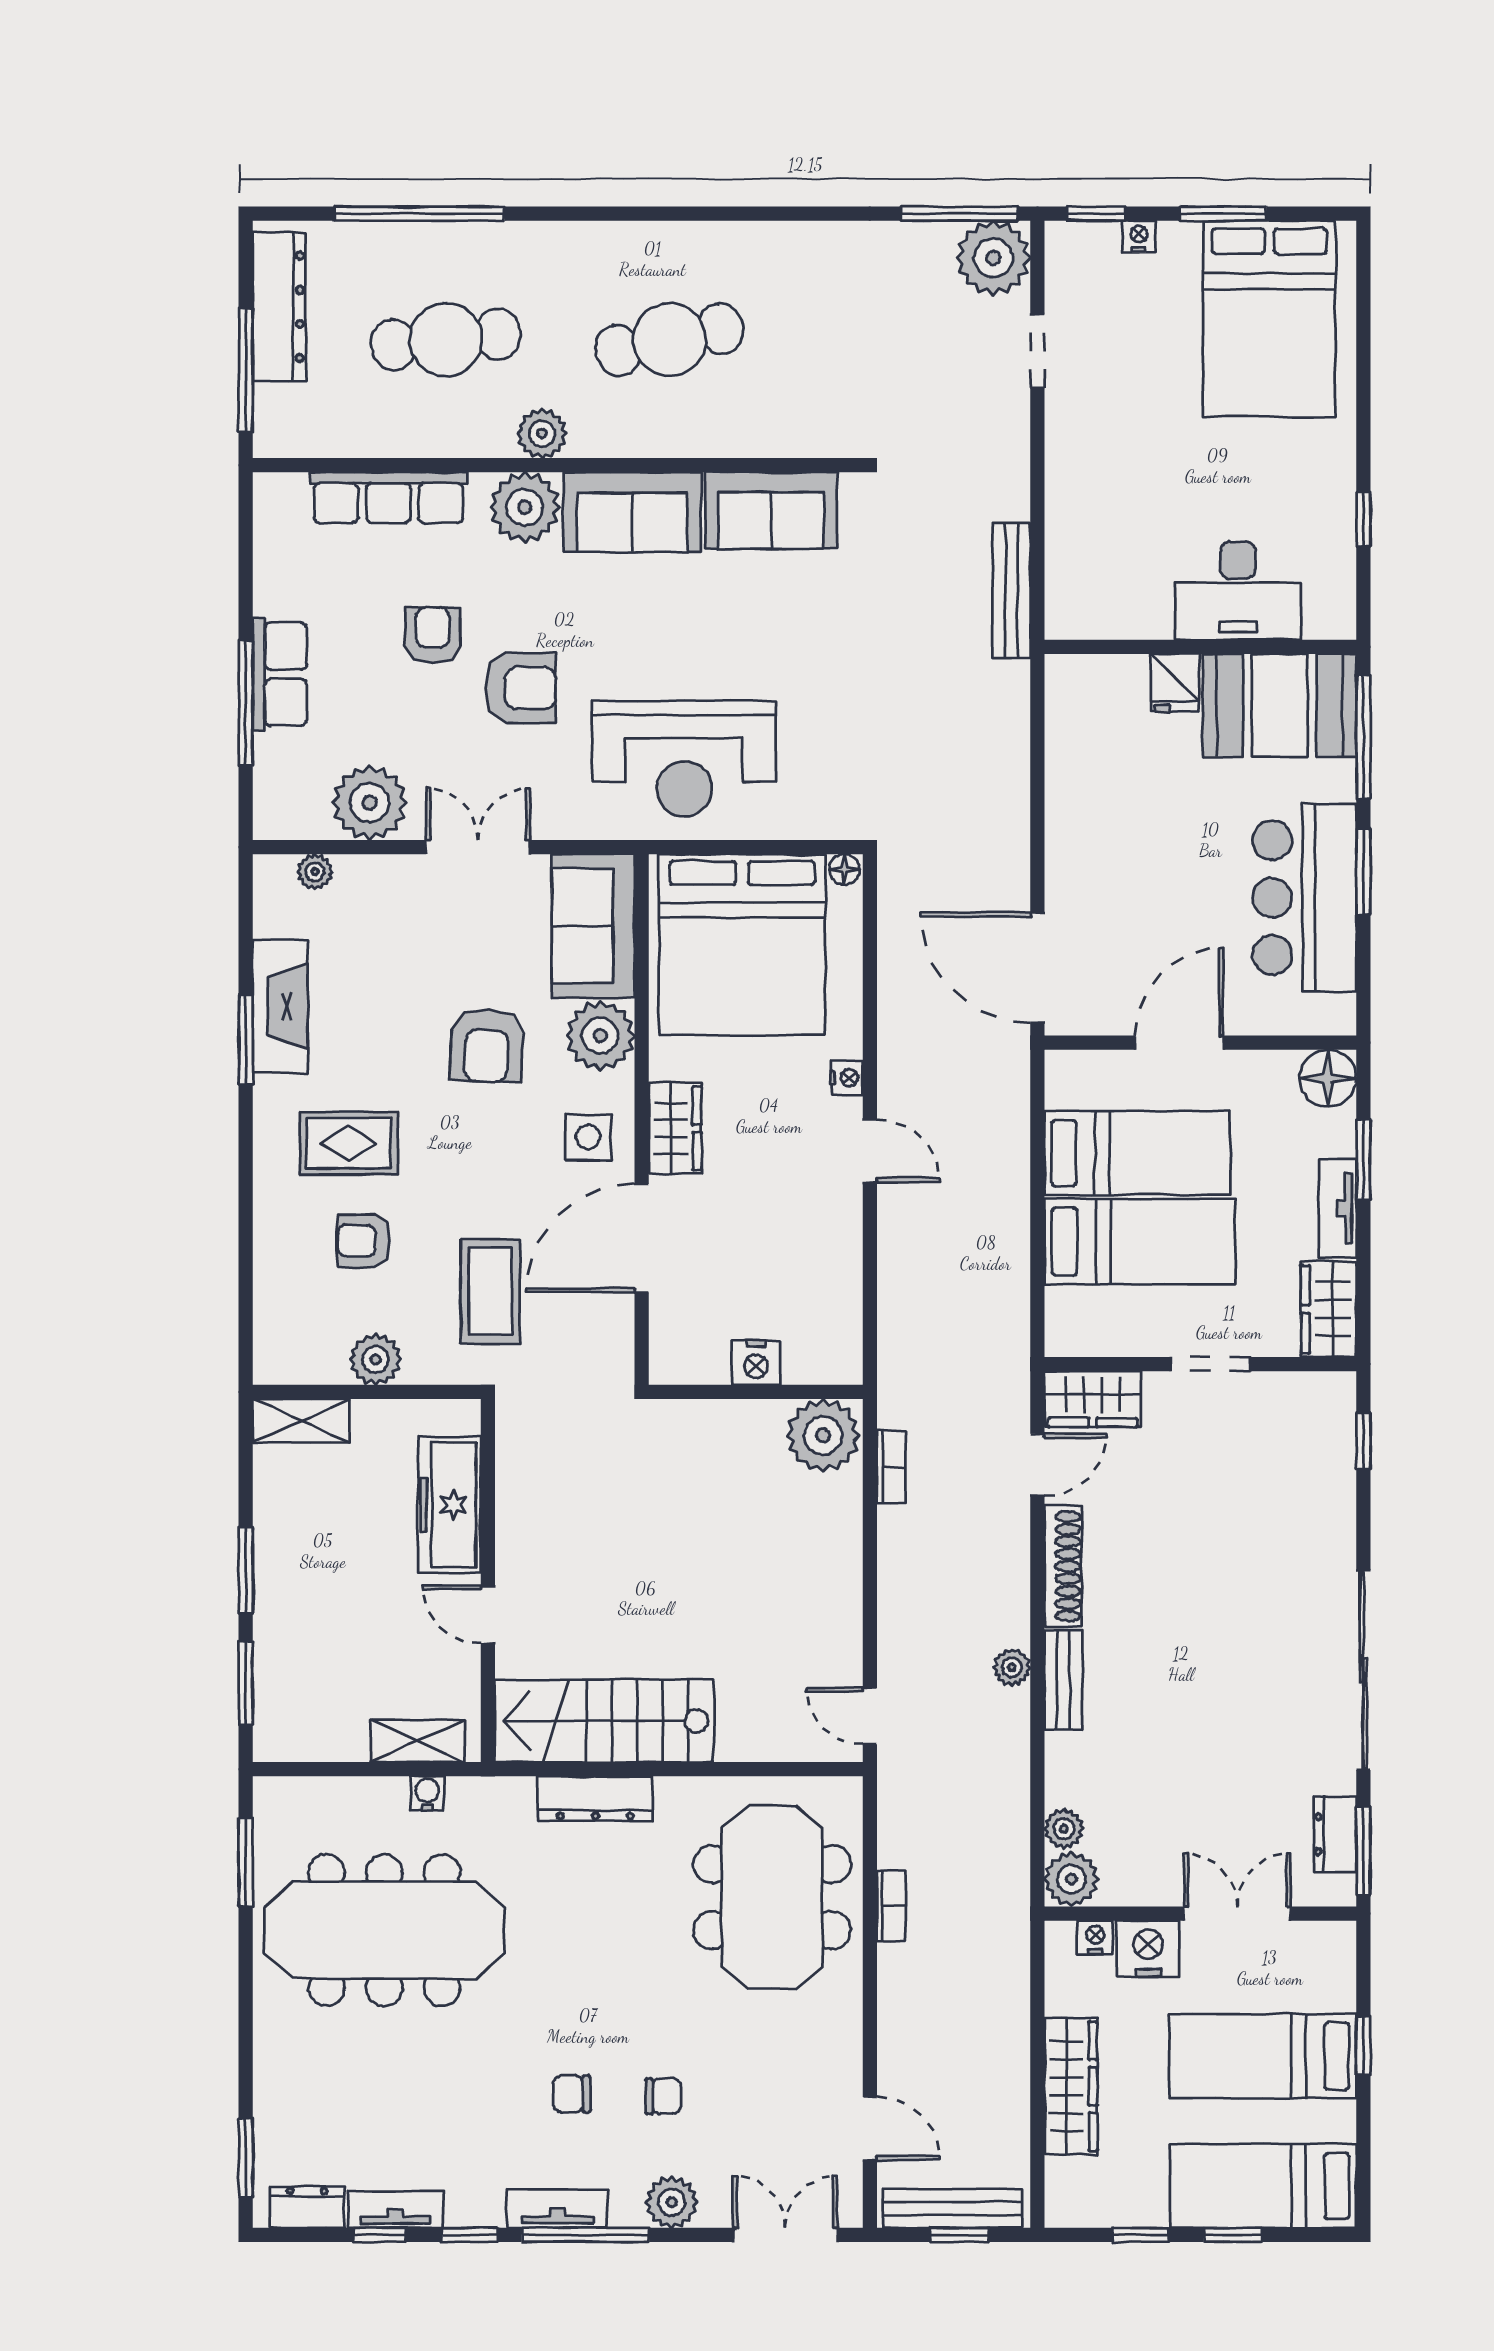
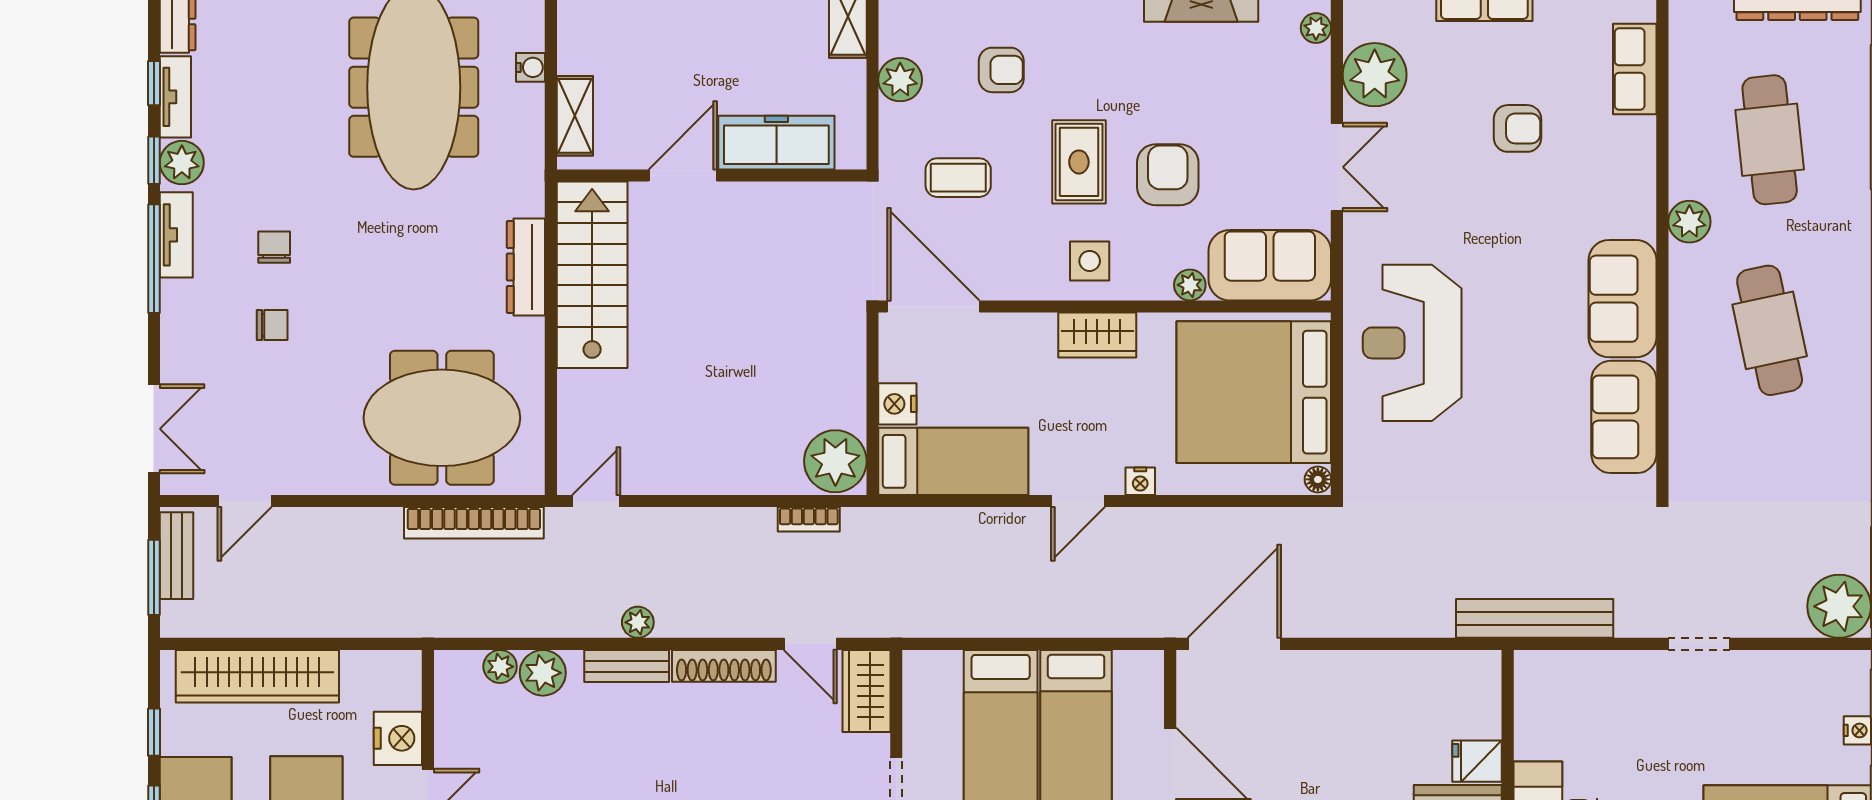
doorway: (1037, 351) -> (1699, 644), moved
row of seats: (388, 498) -> (1635, 69), width x0.68
plant: (525, 507) -> (1627, 207), removed
bench: (1012, 590) -> (1535, 618), width x1.37, depth x1.21
armchair: (520, 688) -> (1473, 203), removed
plant: (600, 1036) -> (1190, 285), width x0.53, depth x0.53
armchair: (487, 1045) -> (1168, 175), turned 87
rug: (349, 1143) -> (1079, 162), moved
door: (642, 1238) -> (933, 307), moved
armchair: (364, 1241) -> (1001, 70), turned 90
coffee table: (490, 1291) -> (958, 178), width x0.73, depth x0.77
bed: (823, 1297) -> (953, 461), added
door: (488, 1614) -> (683, 176), width x1.37
water cooler: (427, 1793) -> (531, 67), moved
plant: (1071, 1879) -> (543, 673), moved
bookcase: (891, 1906) -> (474, 523), width x2.31, depth x1.31
nightstand: (1095, 1937) -> (408, 693), removed
wardrobe: (1071, 2086) -> (257, 676), width x1.40, depth x1.17
chair: (663, 2096) -> (272, 325), turned -90
plant: (672, 2202) -> (182, 163), moved
bench: (952, 2208) -> (176, 556), width x0.73
window: (959, 2235) -> (154, 577), width x1.50

